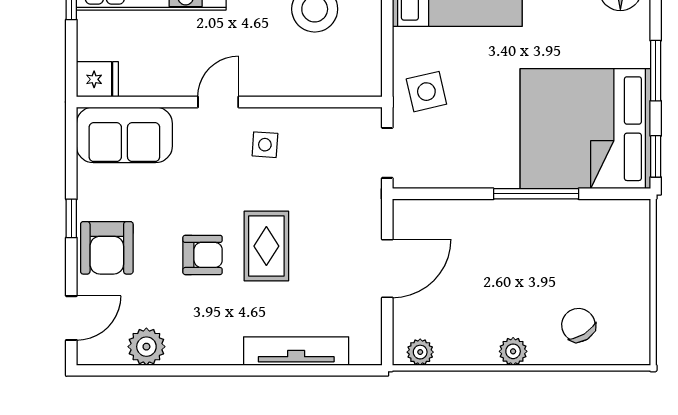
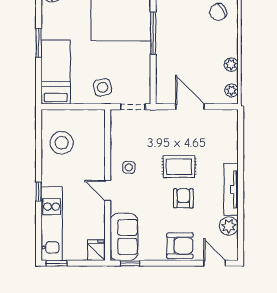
window: (71, 218) -> (130, 263), moved
tv unit: (296, 351) -> (231, 189), moved
plant: (513, 351) -> (231, 65), moved

